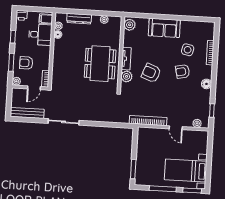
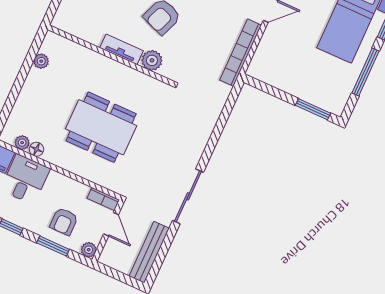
dresser: (79, 19) -> (23, 103), removed
plant: (130, 25) -> (67, 22), removed
dining table: (100, 64) -> (101, 127), moved

